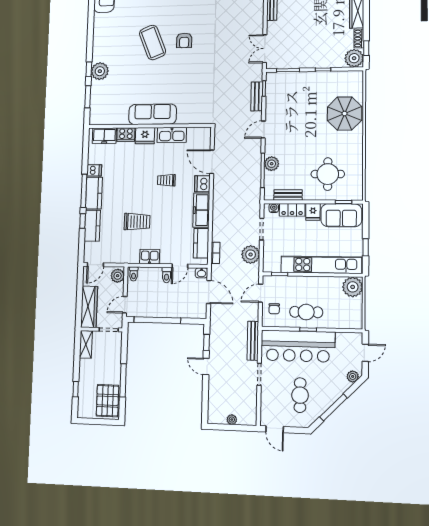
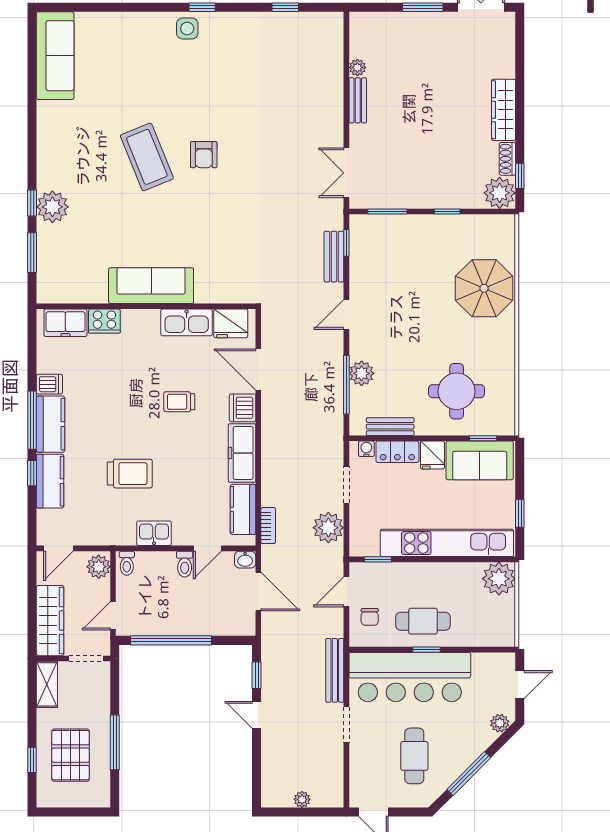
fridge: (145, 136) -> (231, 323), moved
pallet: (108, 401) -> (71, 755), moved

